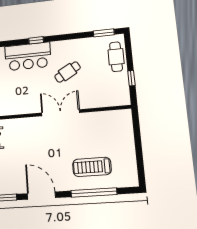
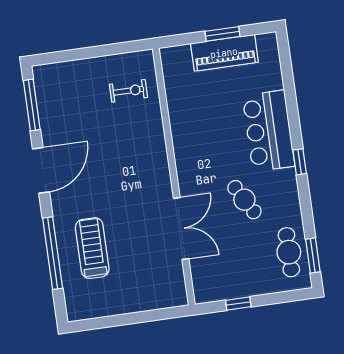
window: (36, 40) -> (300, 162), moved
cafe table: (116, 57) -> (289, 252), moved, turned 90
double door: (60, 113) -> (181, 228), moved

